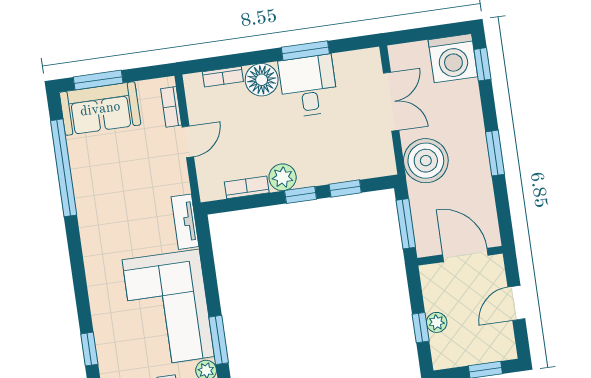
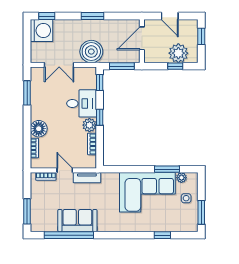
window: (305, 51) -> (27, 93), moved
desk: (308, 86) -> (82, 103), moved, turned 180
double door: (391, 102) -> (59, 65), swing flipped
sofa: (100, 109) -> (77, 221), moved, turned -90
window: (345, 189) -> (100, 82), moved
tv unit: (185, 222) -> (87, 178), moved
plant: (437, 322) -> (178, 53), width x1.87, depth x1.87

